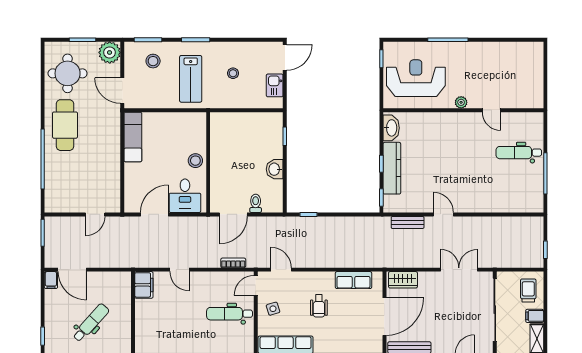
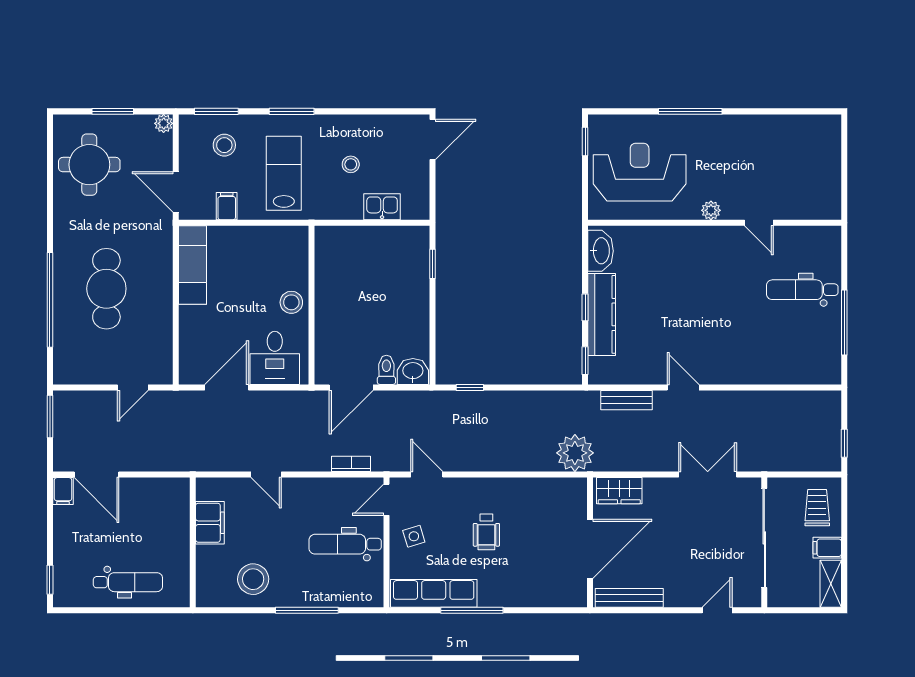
plant: (110, 52) -> (164, 123), width x0.53, depth x0.53
lab bench: (191, 79) -> (284, 173), turned 180
kitchen sink: (275, 85) -> (382, 207), moved, turned 90
filing cabinet: (155, 100) -> (227, 206), added
cafe table: (65, 125) -> (106, 289), moved
washbasin: (275, 169) -> (413, 371), moved, turned 90
plant: (375, 256) -> (575, 453), added
row of seats: (354, 280) -> (541, 491), removed
filing cabinet: (144, 285) -> (210, 523), moved
dental chair: (91, 323) -> (128, 582), moved, turned 48
stool: (171, 336) -> (253, 579), added

